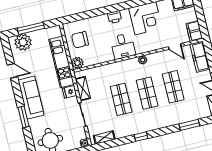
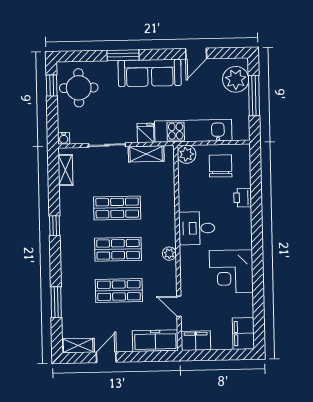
printer: (115, 17) -> (243, 198), moved
door: (175, 47) -> (179, 306), hinge flipped

